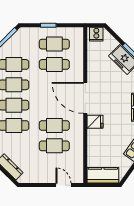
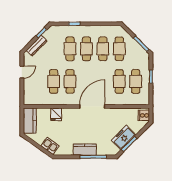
fridge: (95, 122) -> (56, 114), moved
door: (63, 185) -> (22, 72), moved

